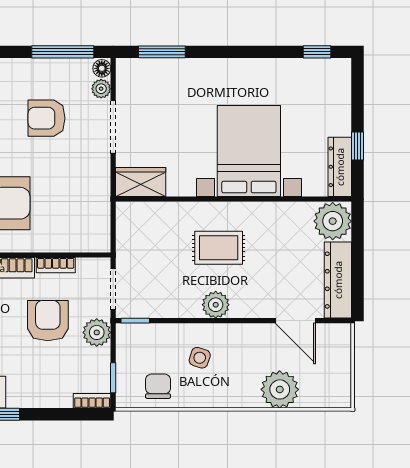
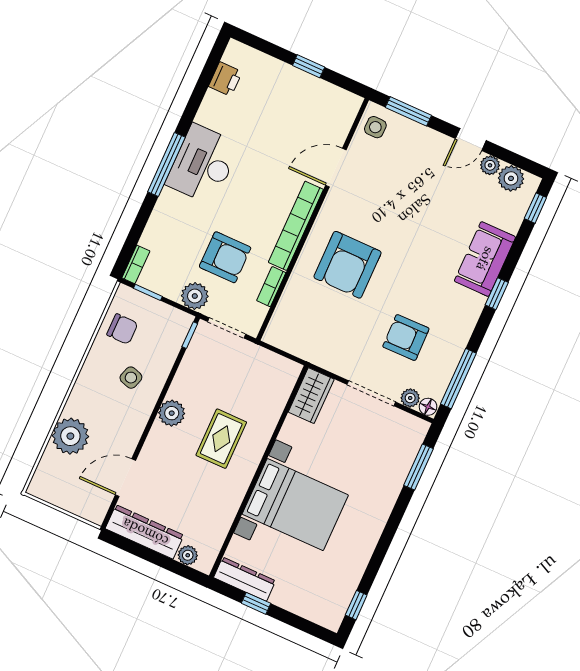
armchair: (47, 118) -> (406, 338), turned -91
plant: (333, 221) -> (188, 555), width x0.53, depth x0.53

